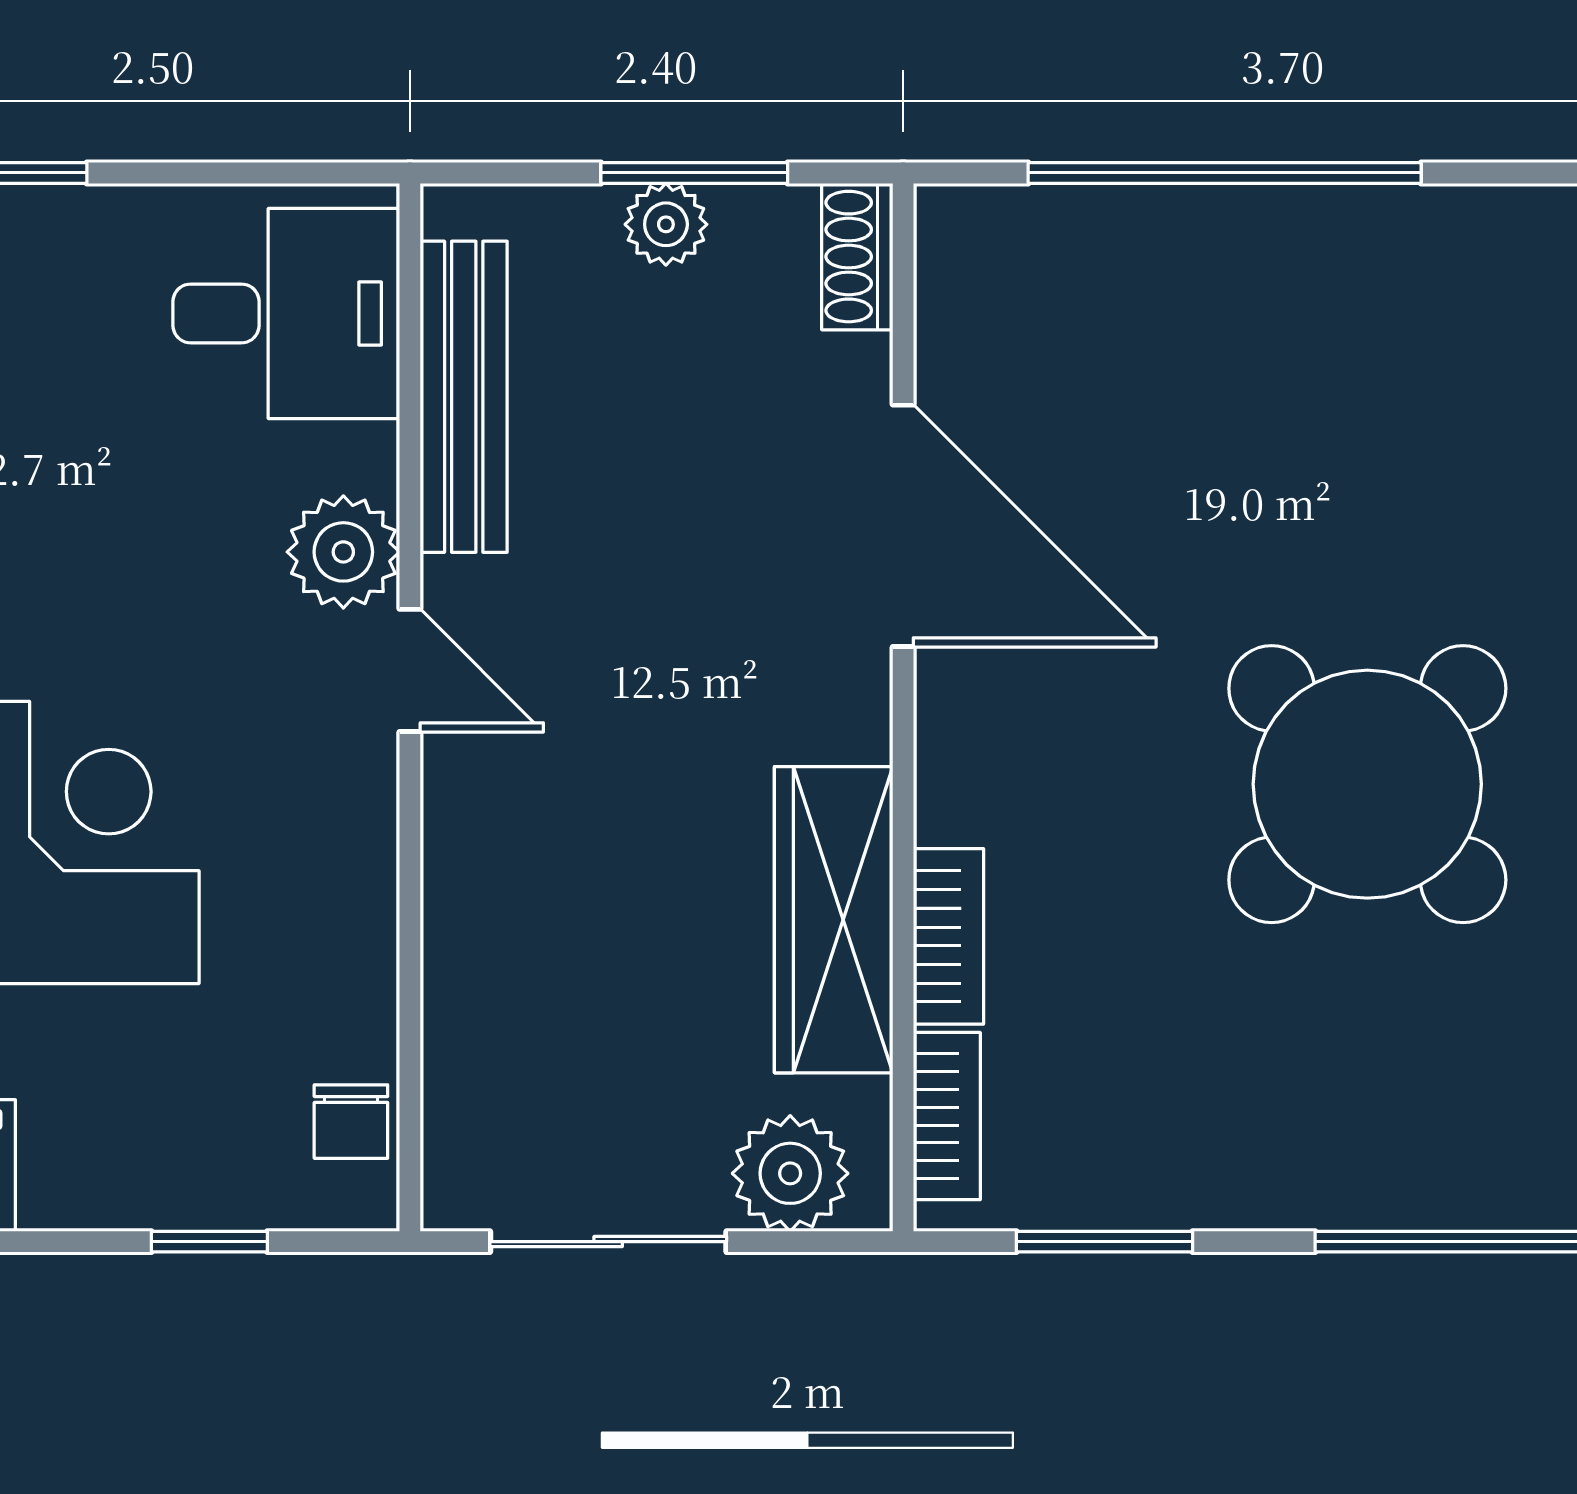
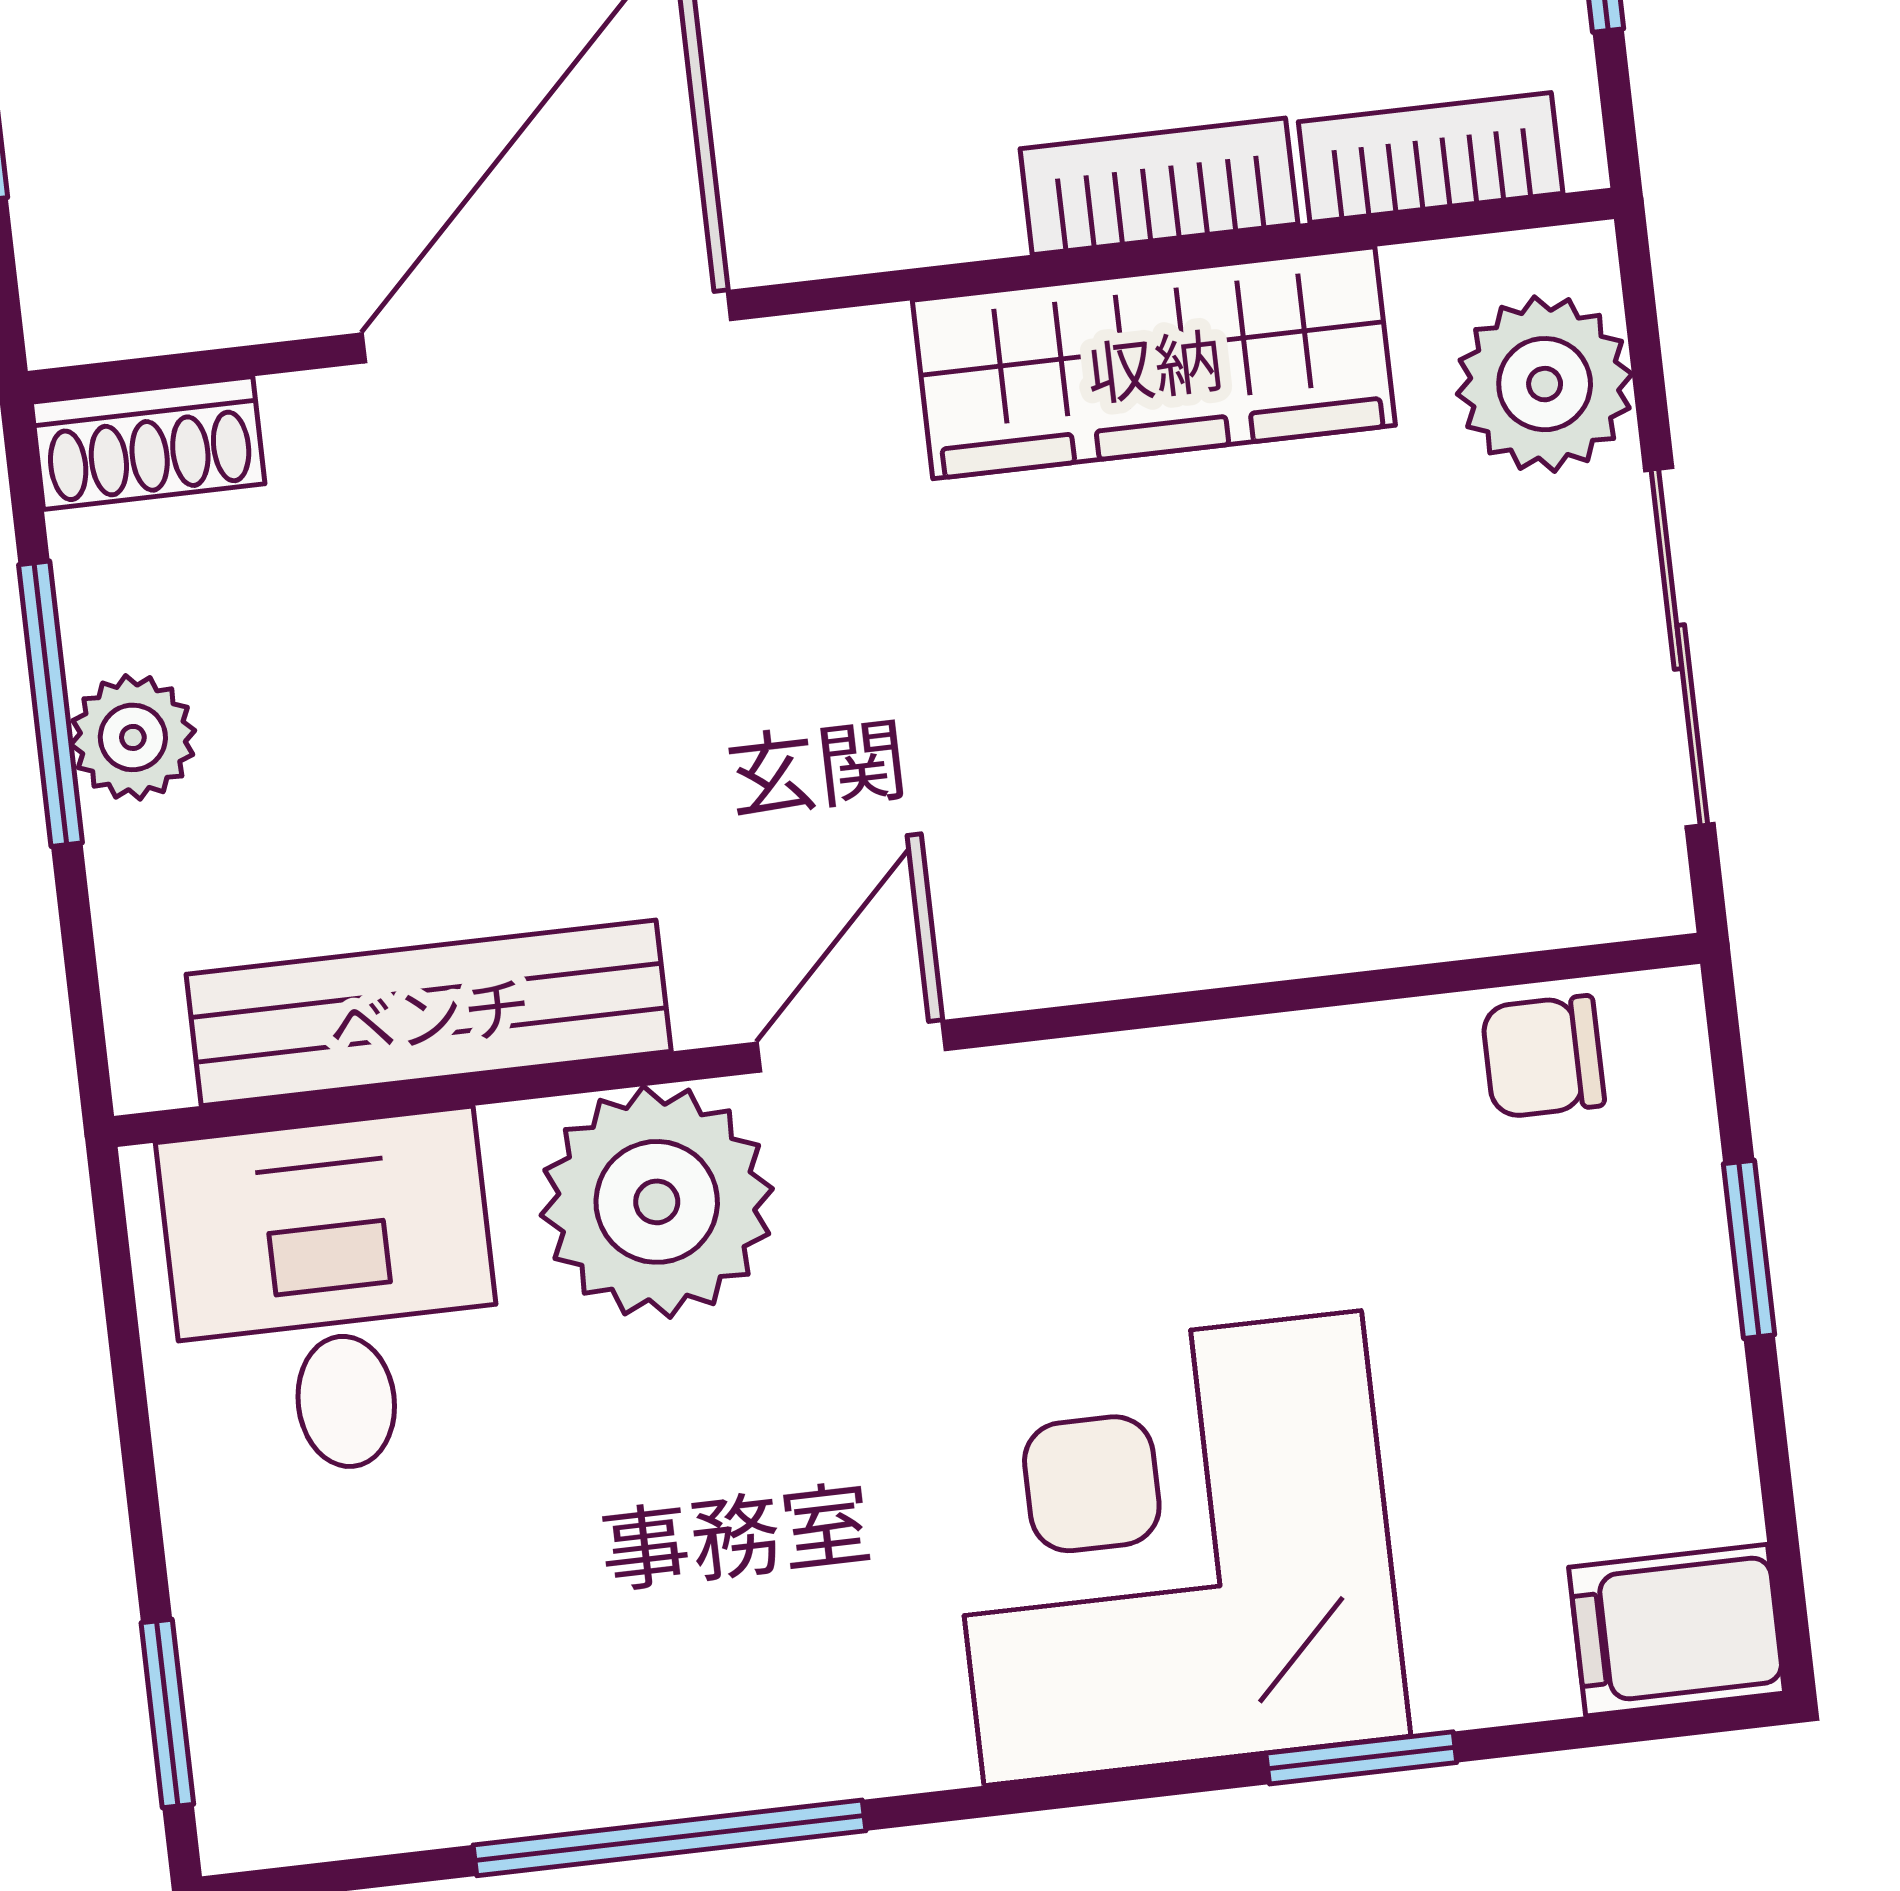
plant: (343, 552) -> (657, 1202), width x1.36, depth x1.36
chair: (351, 1122) -> (1543, 1056), turned 180

